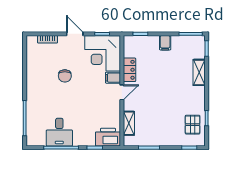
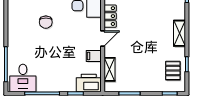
shelving: (199, 72) -> (179, 33), moved
filing cabinet: (113, 78) -> (94, 56), moved
desk: (59, 132) -> (23, 78), moved

